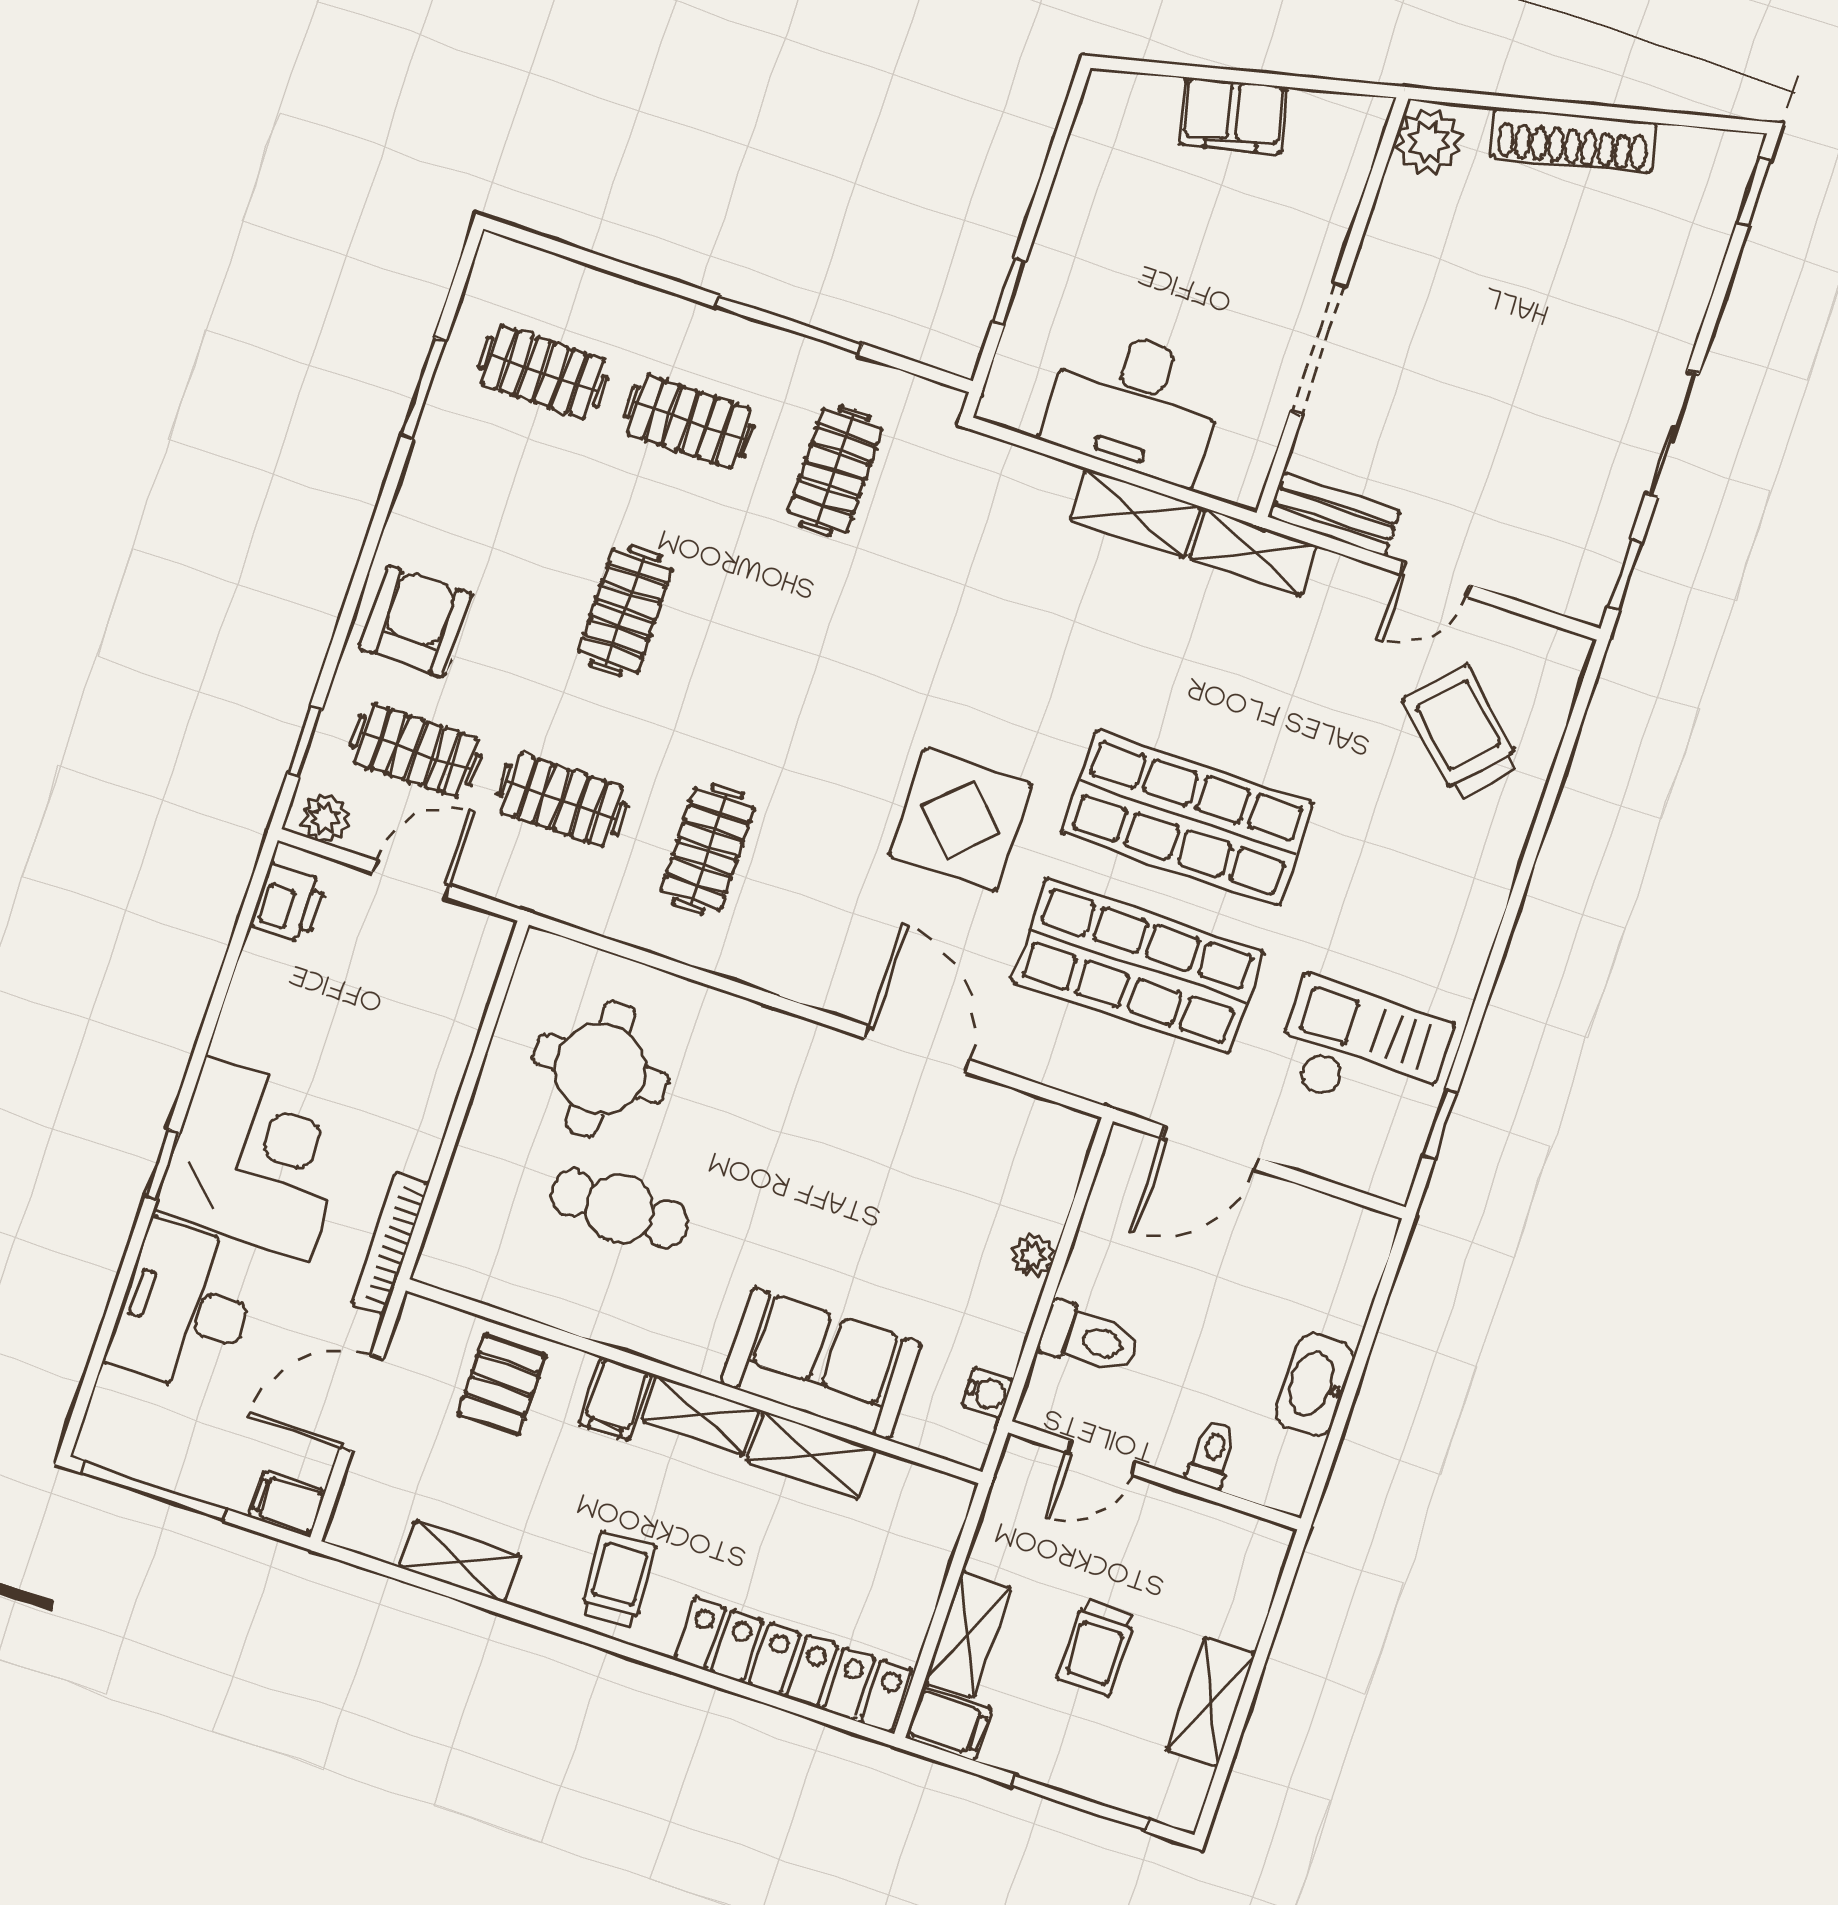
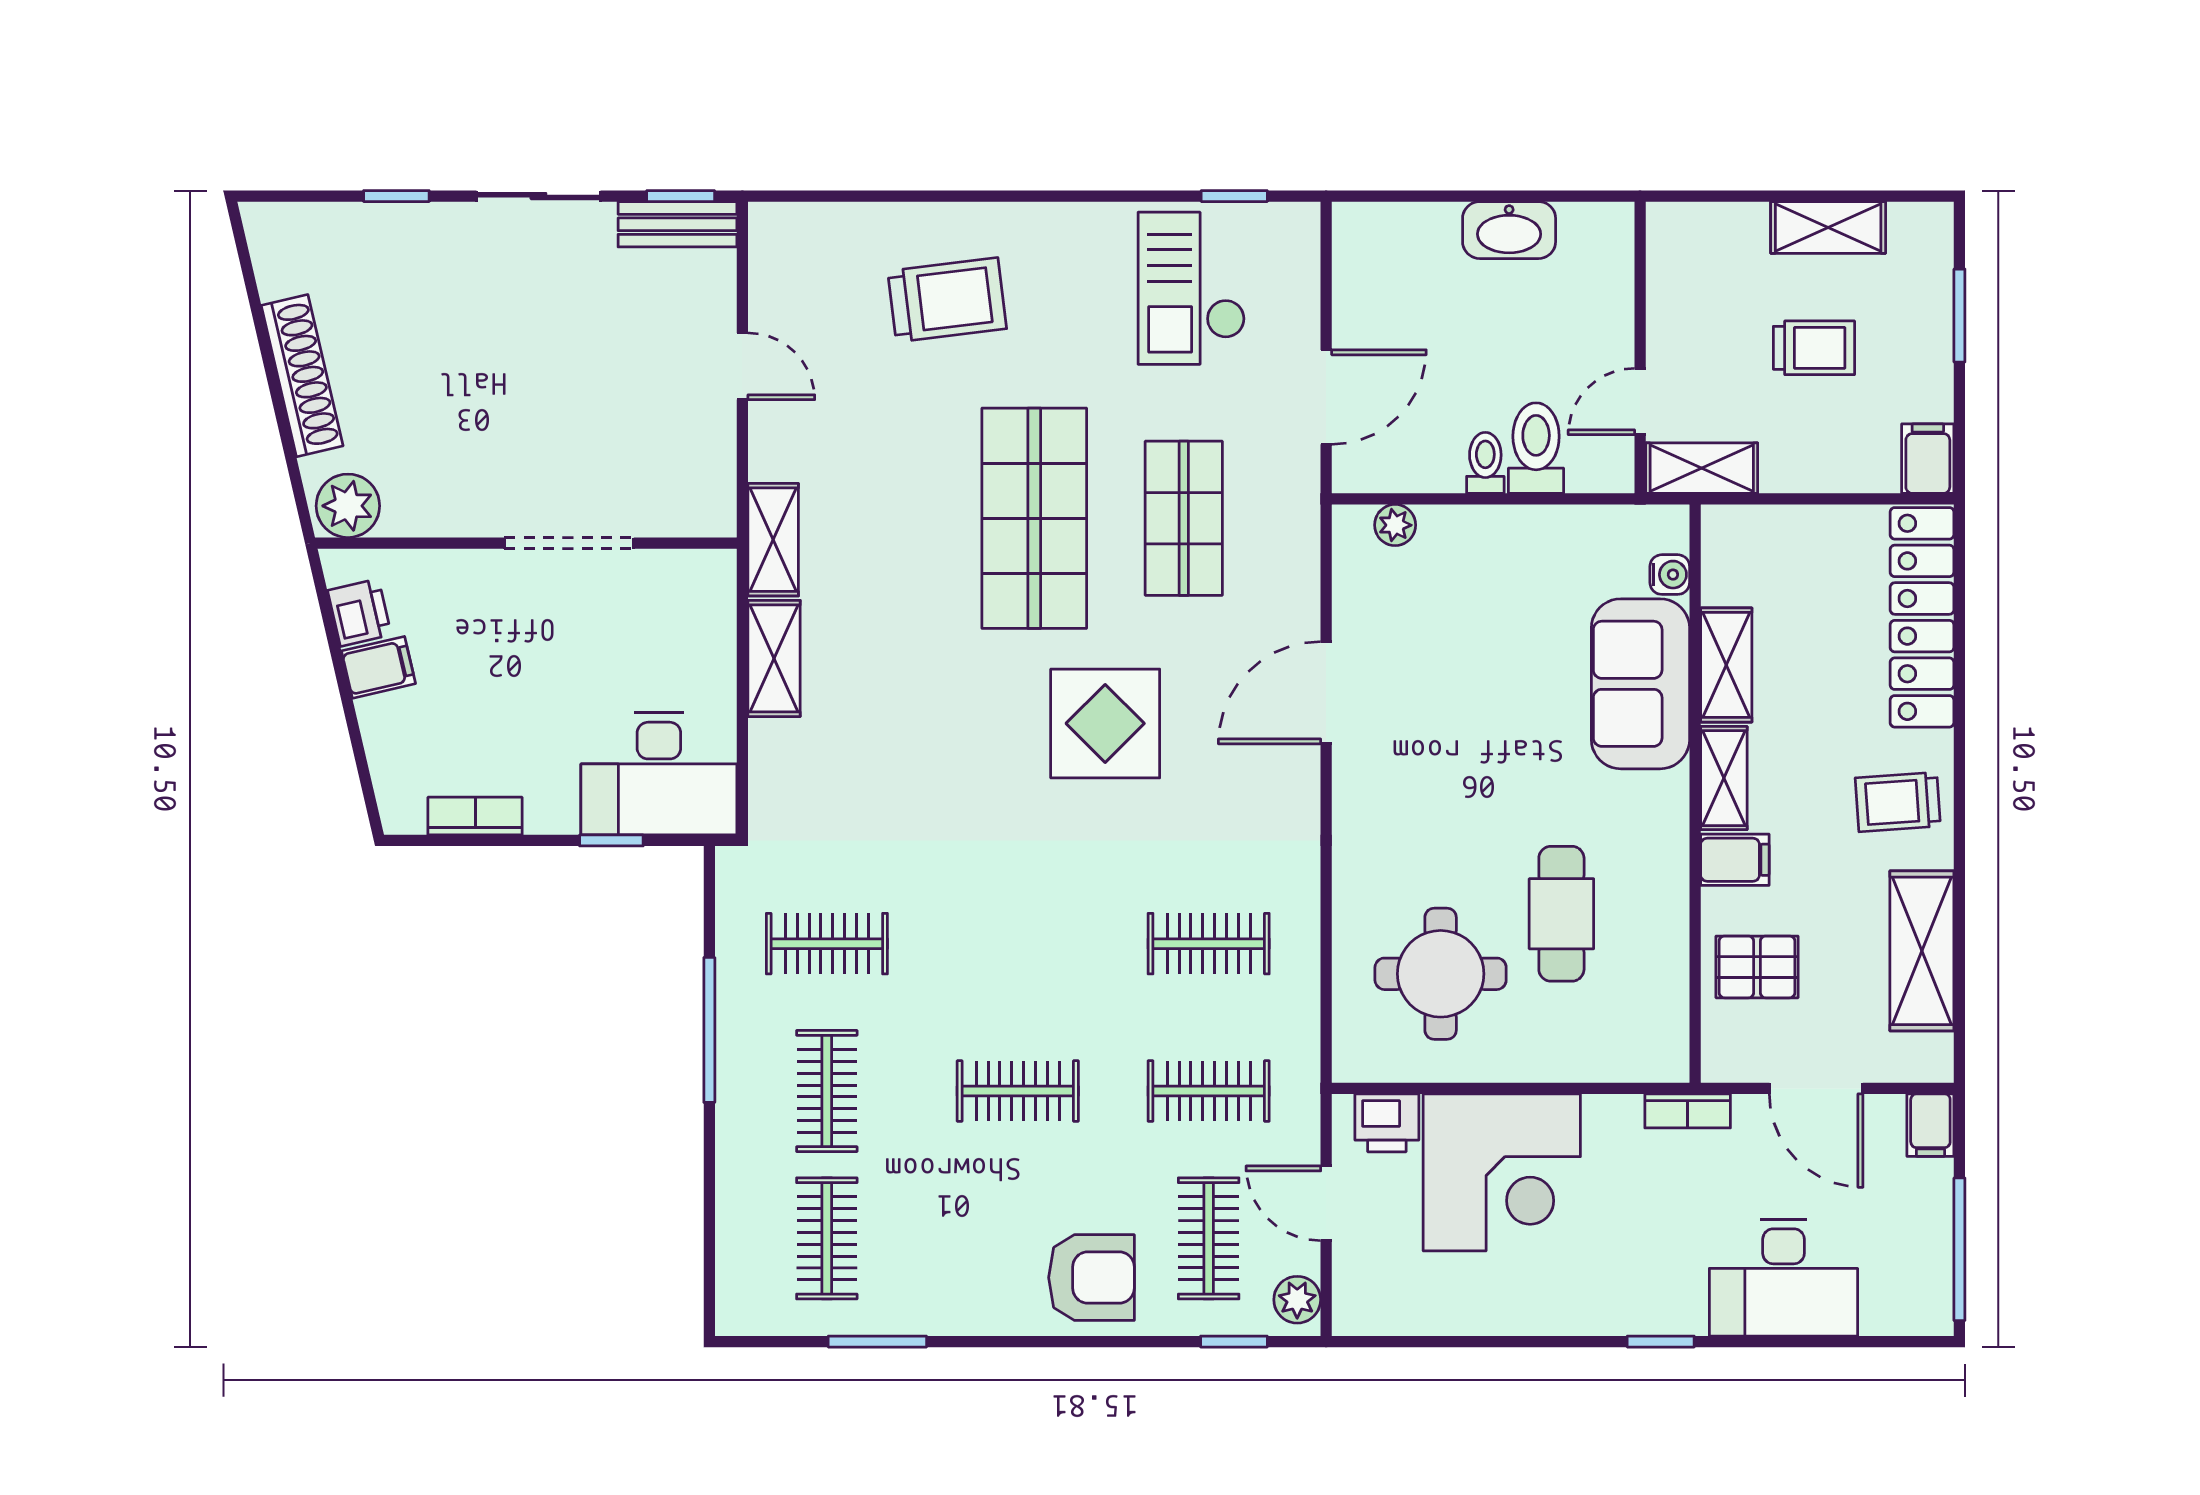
filing cabinet: (1233, 116) -> (378, 667), width x0.50
printer: (1319, 118) -> (359, 613), added
bookcase: (1079, 164) -> (475, 816), added
window: (1754, 192) -> (396, 196), moved
desk: (1134, 404) -> (659, 774), moved, turned 90
bench: (1334, 514) -> (677, 224), moved, turned 90
armchair: (416, 621) -> (1091, 1278), turned 180
trolley: (1462, 732) -> (947, 300), moved, turned -140
clothes rail: (562, 800) -> (1209, 1091), turned 90
printer: (288, 903) -> (1387, 1123), moved, turned 180
shop shelf: (1138, 966) -> (1184, 518), width x0.70, depth x0.74
door: (1210, 1148) -> (1326, 397), hinge flipped
corner desk: (257, 1158) -> (1502, 1172), moved, turned 180
bookcase: (390, 1244) -> (1688, 1111), width x0.64
plant: (1033, 1255) -> (1395, 525), moved
water cooler: (987, 1393) -> (1670, 575), moved, turned 90
toilet: (1212, 1455) -> (1485, 463), moved, turned 90
door: (1101, 1457) -> (1640, 402), swing flipped
shelving: (460, 1561) -> (1922, 951), width x1.50, depth x1.33
shelving: (968, 1634) -> (1702, 468), moved
window: (1080, 1803) -> (1959, 316), width x0.69

